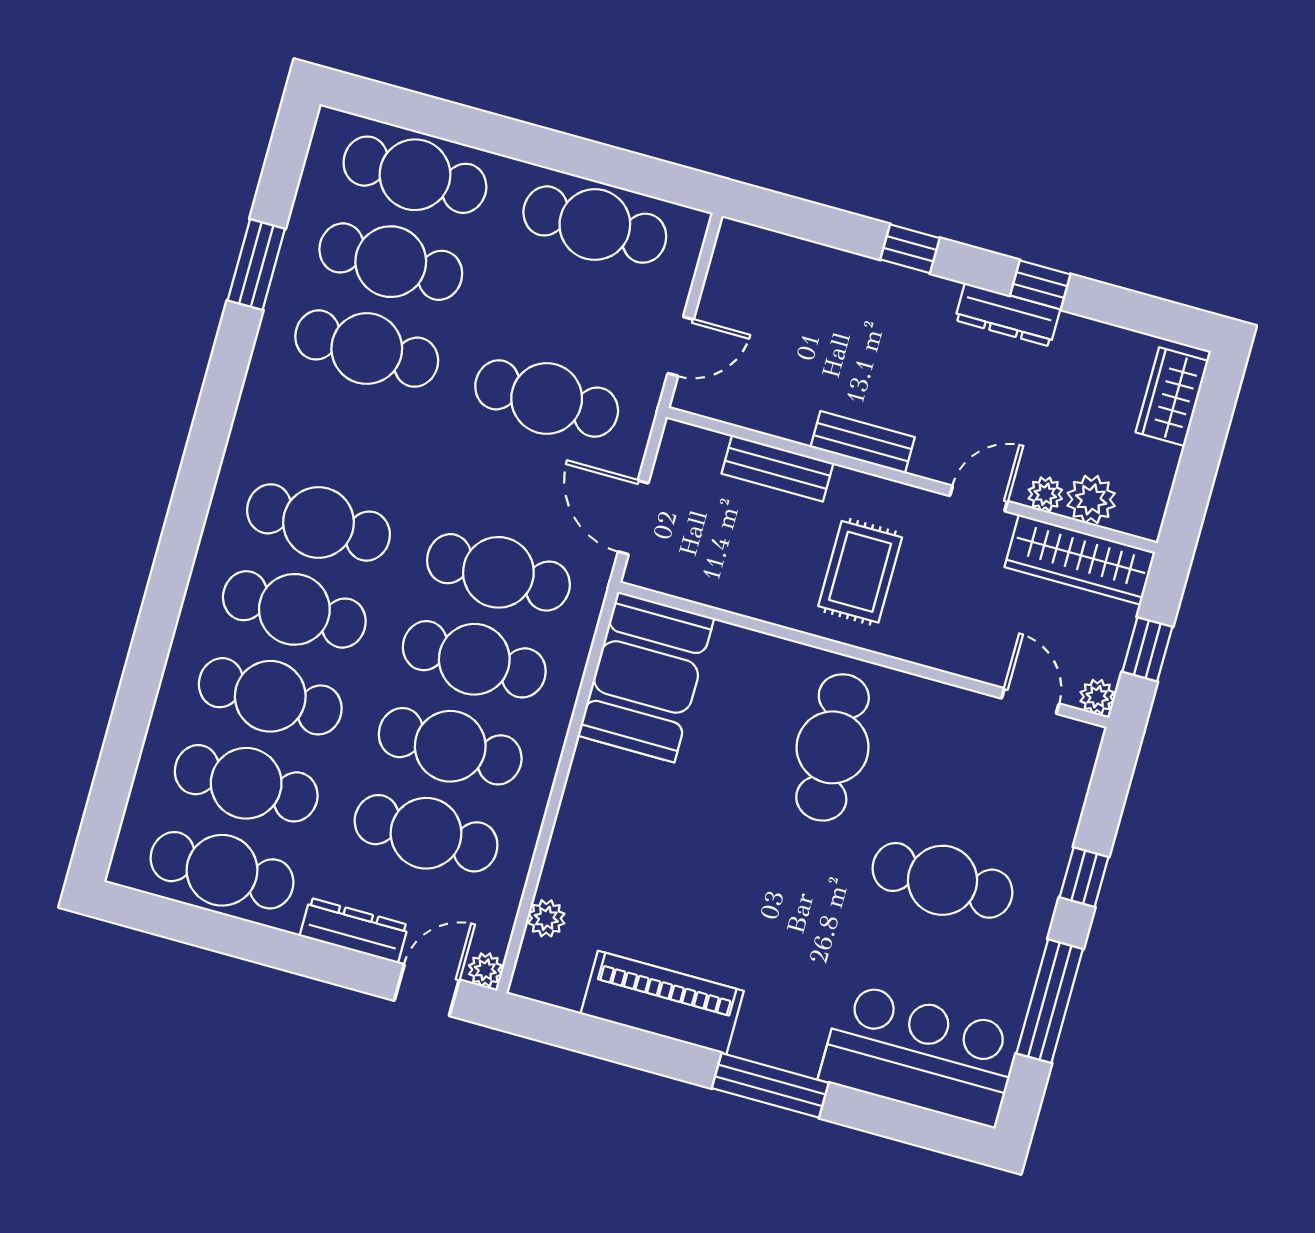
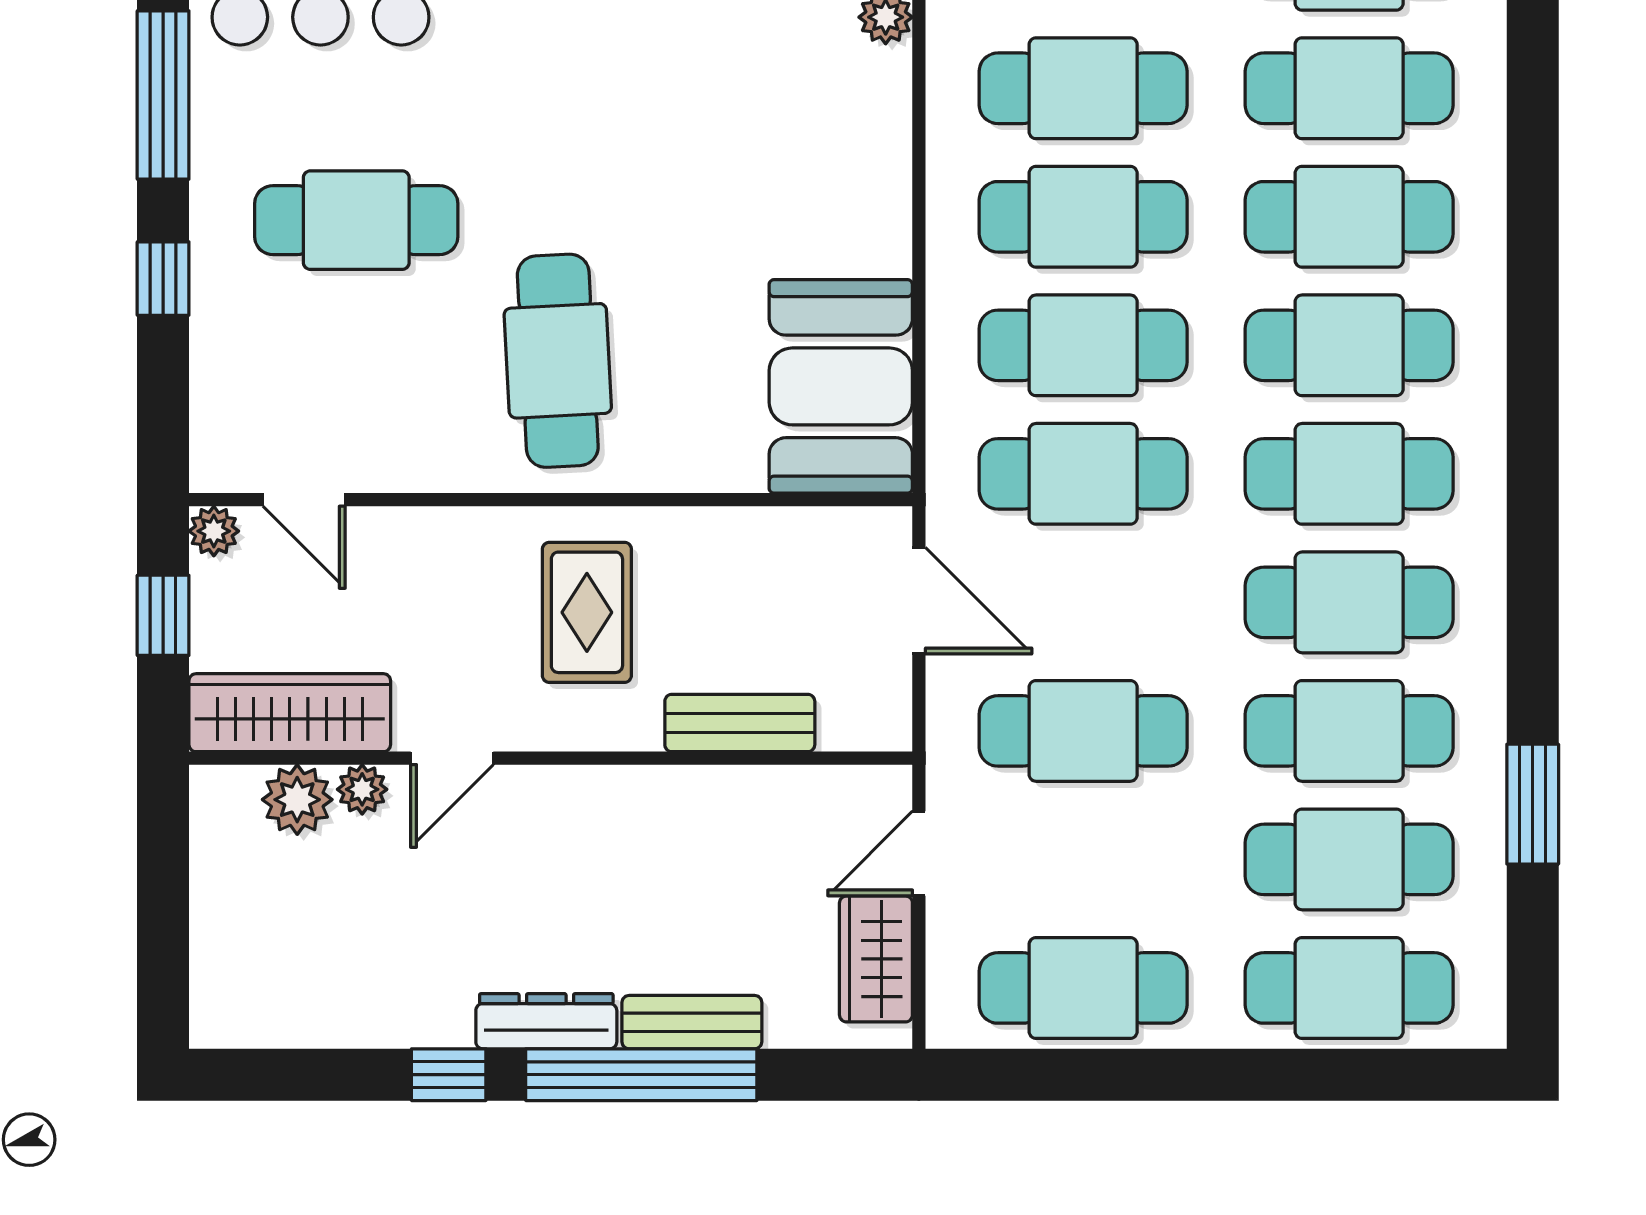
window: (910, 249) -> (641, 1075), width x3.17
dresser: (1008, 315) -> (546, 1021), moved
wardrobe: (1172, 397) -> (876, 959), moved, turned 180
cafe table: (343, 436) -> (1349, 602), added
bench: (863, 442) -> (692, 1022), moved

